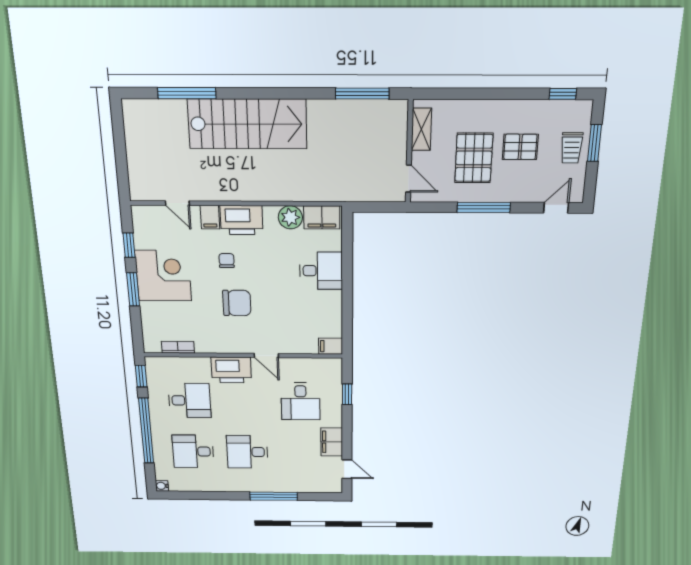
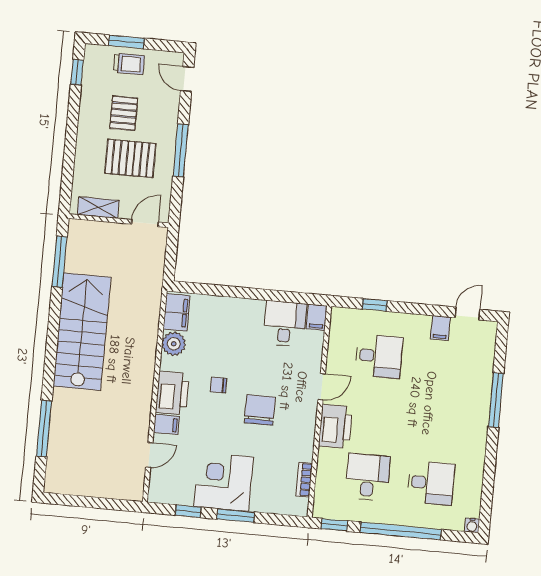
stairs: (247, 124) -> (82, 332), moved
chair: (227, 261) -> (219, 385), moved
desk: (321, 271) -> (285, 324), moved
filing cabinet: (332, 442) -> (440, 328), width x0.50
desk: (193, 451) -> (431, 483), turned -90
desk: (247, 452) -> (436, 422), removed

